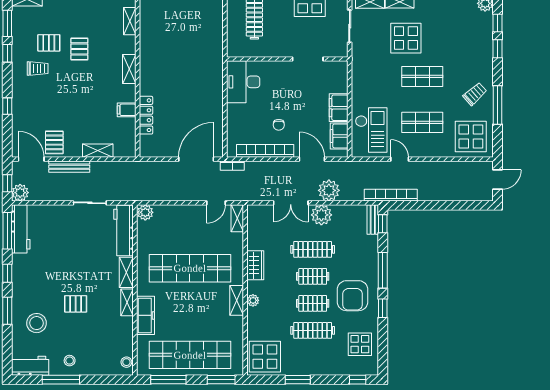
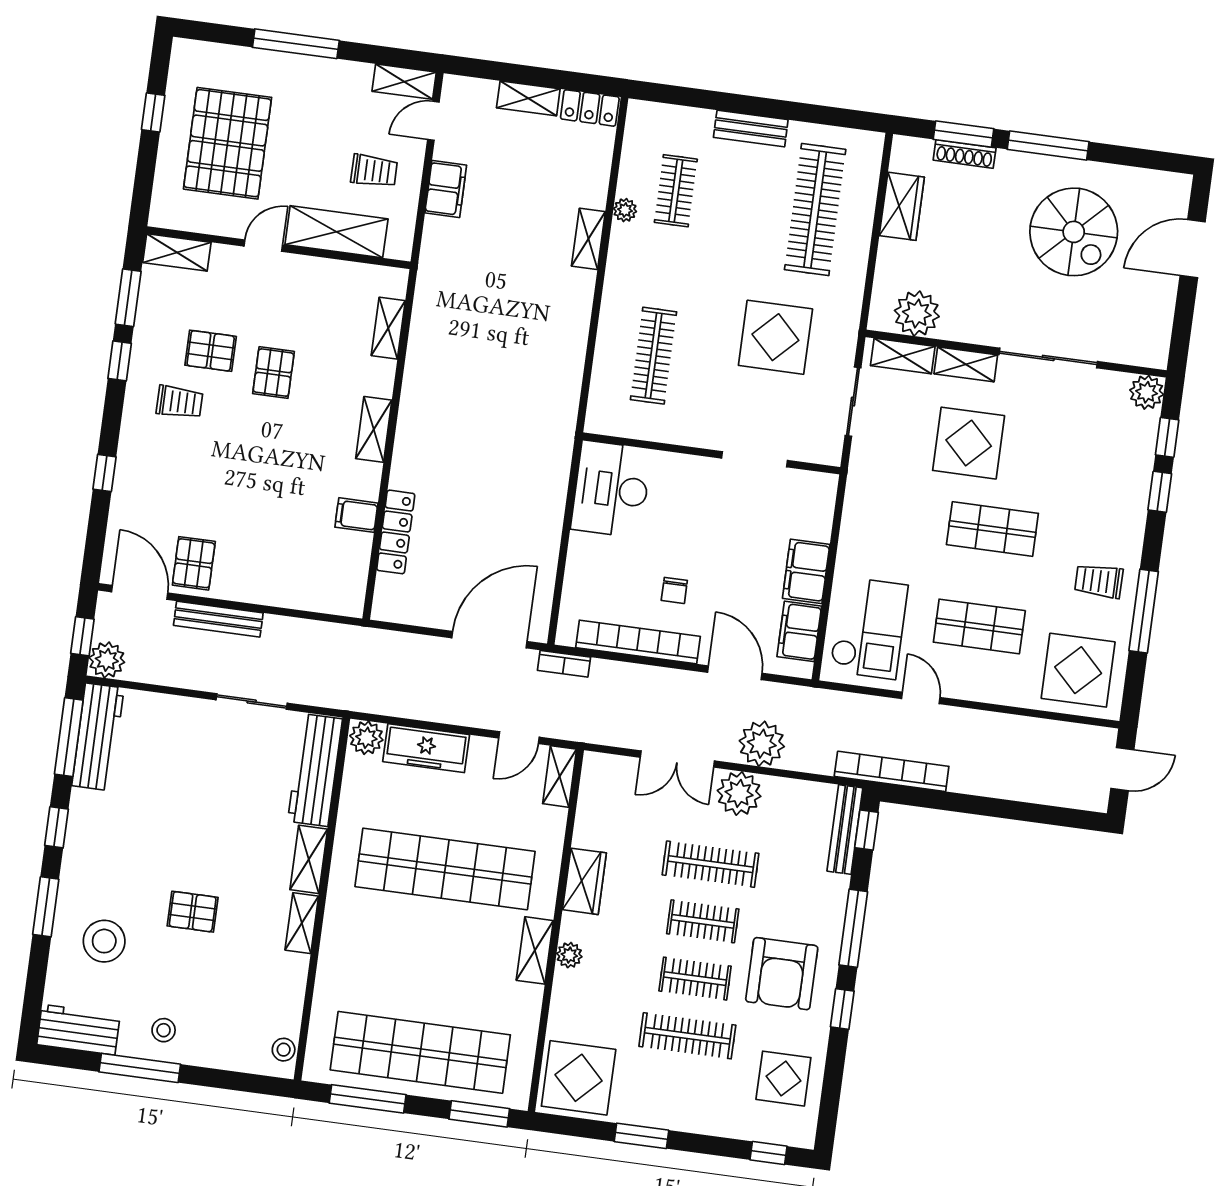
trolley: (475, 94) -> (1099, 581), turned -138
shelving: (98, 151) -> (283, 593), removed
bench: (373, 219) -> (845, 829), width x1.36
freezer: (145, 315) -> (426, 748), moved, turned 90

